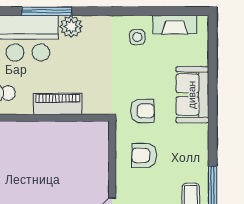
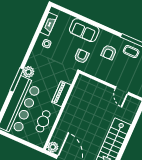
armchair: (144, 155) -> (109, 52), moved

